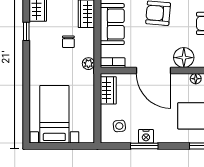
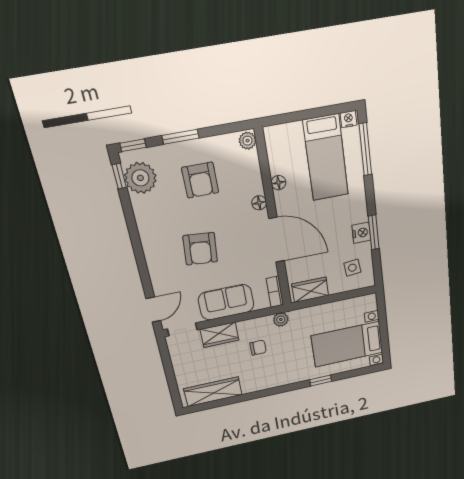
window: (26, 31) -> (321, 380), moved
floor lamp: (184, 58) -> (259, 203), width x0.53, depth x0.53
door: (154, 71) -> (277, 240), hinge flipped

